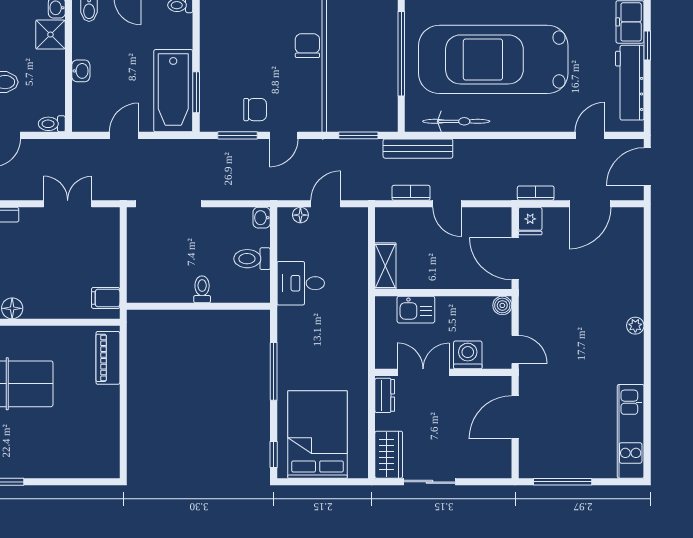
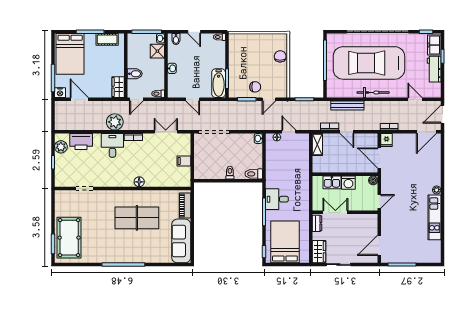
workbench: (630, 83) -> (434, 69), width x0.73
bathtub: (173, 91) -> (219, 83), width x0.73, depth x0.73
bicycle: (456, 121) -> (373, 92), moved
door: (124, 135) -> (193, 99), swing flipped
door: (590, 135) -> (415, 99), hinge flipped
bench: (418, 149) -> (347, 105), moved
door: (326, 204) -> (289, 132), hinge flipped
door: (590, 204) -> (426, 132), moved
toilet: (252, 259) -> (254, 174), moved
shelving: (385, 266) -> (317, 145), moved
desk: (301, 283) -> (277, 199), moved
filing cabinet: (106, 298) -> (184, 161), moved
door: (515, 350) -> (379, 201), hinge flipped
washing machine: (468, 355) -> (348, 183), moved, turned 180
door: (515, 417) -> (379, 245), moved
kitchen unit: (631, 431) -> (434, 217), moved
sofa: (100, 432) -> (181, 241), added

